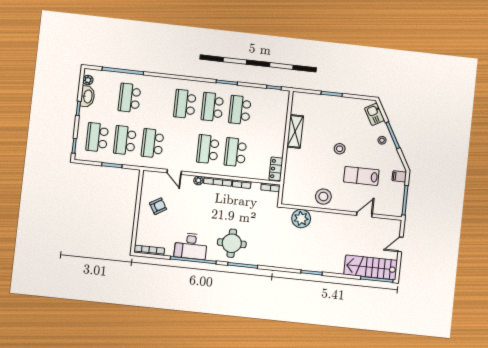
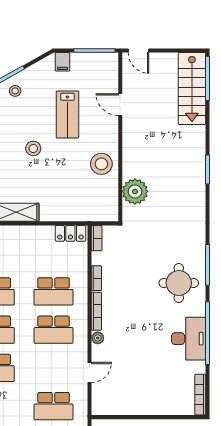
armchair: (158, 206) -> (139, 389), removed
door: (401, 244) -> (138, 50), moved

